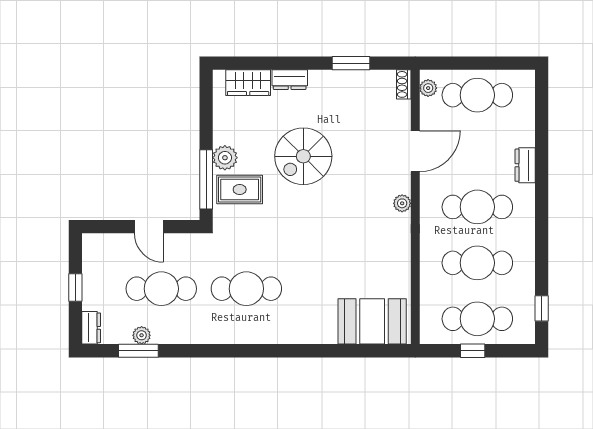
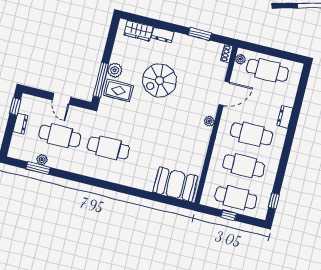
window: (75, 287) -> (15, 106), moved
dresser: (91, 328) -> (20, 124), moved

